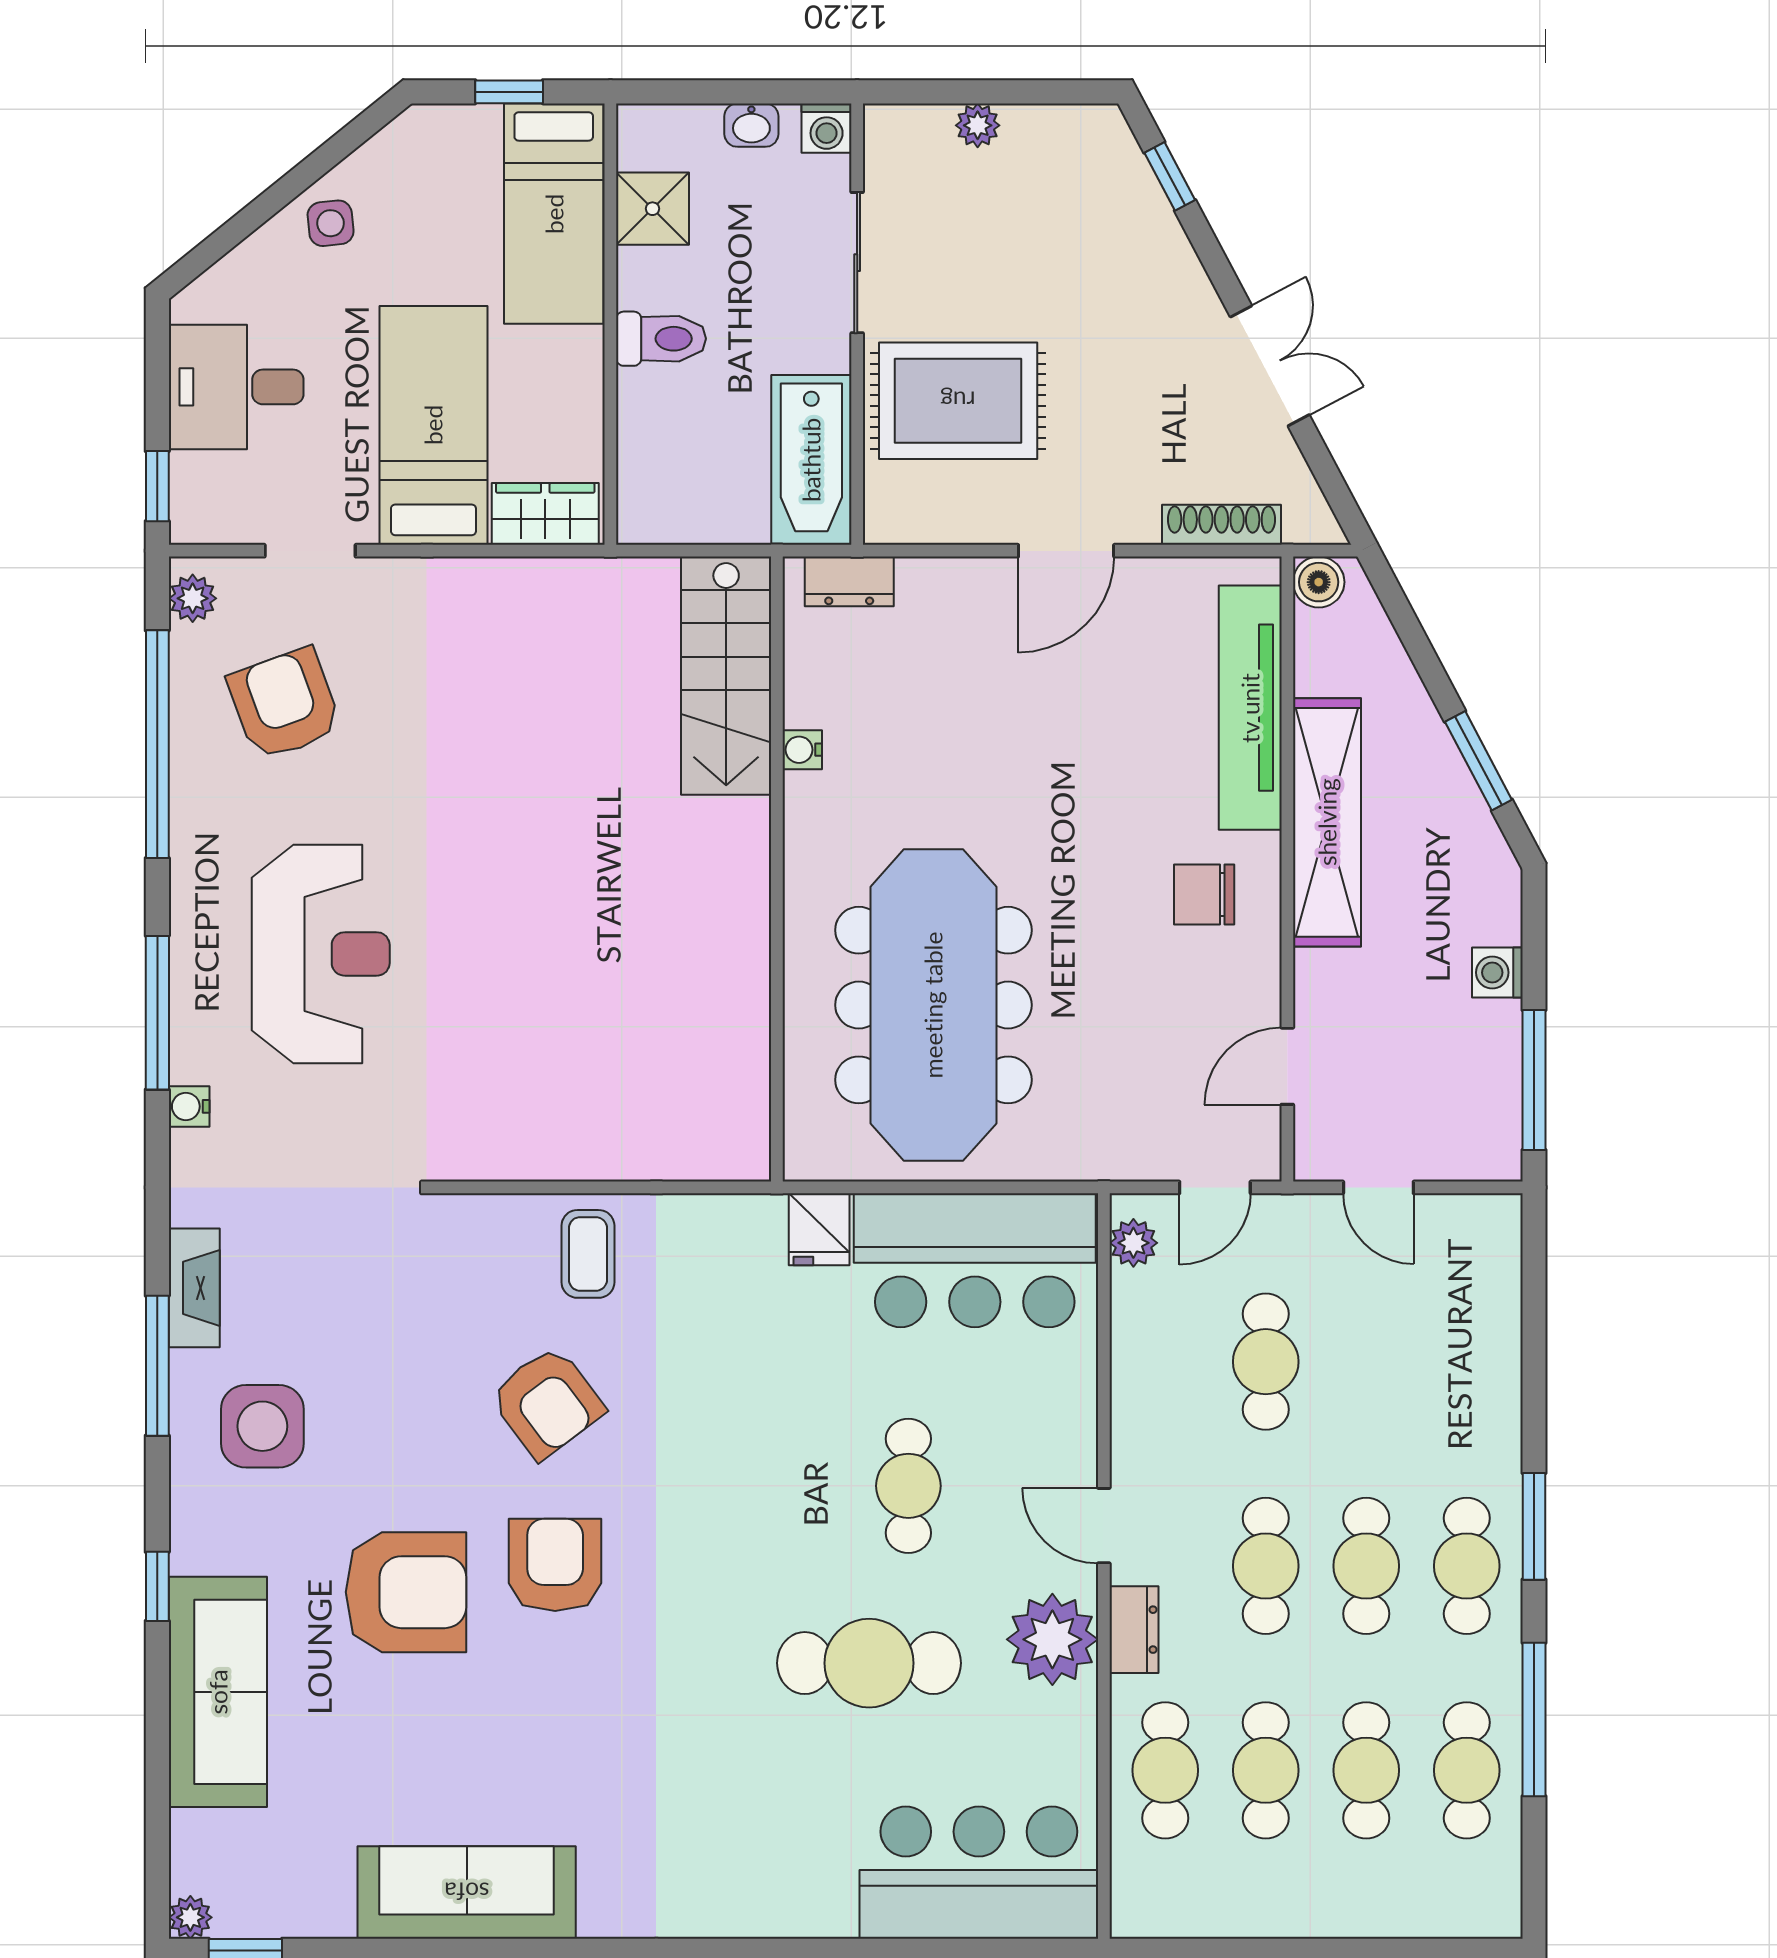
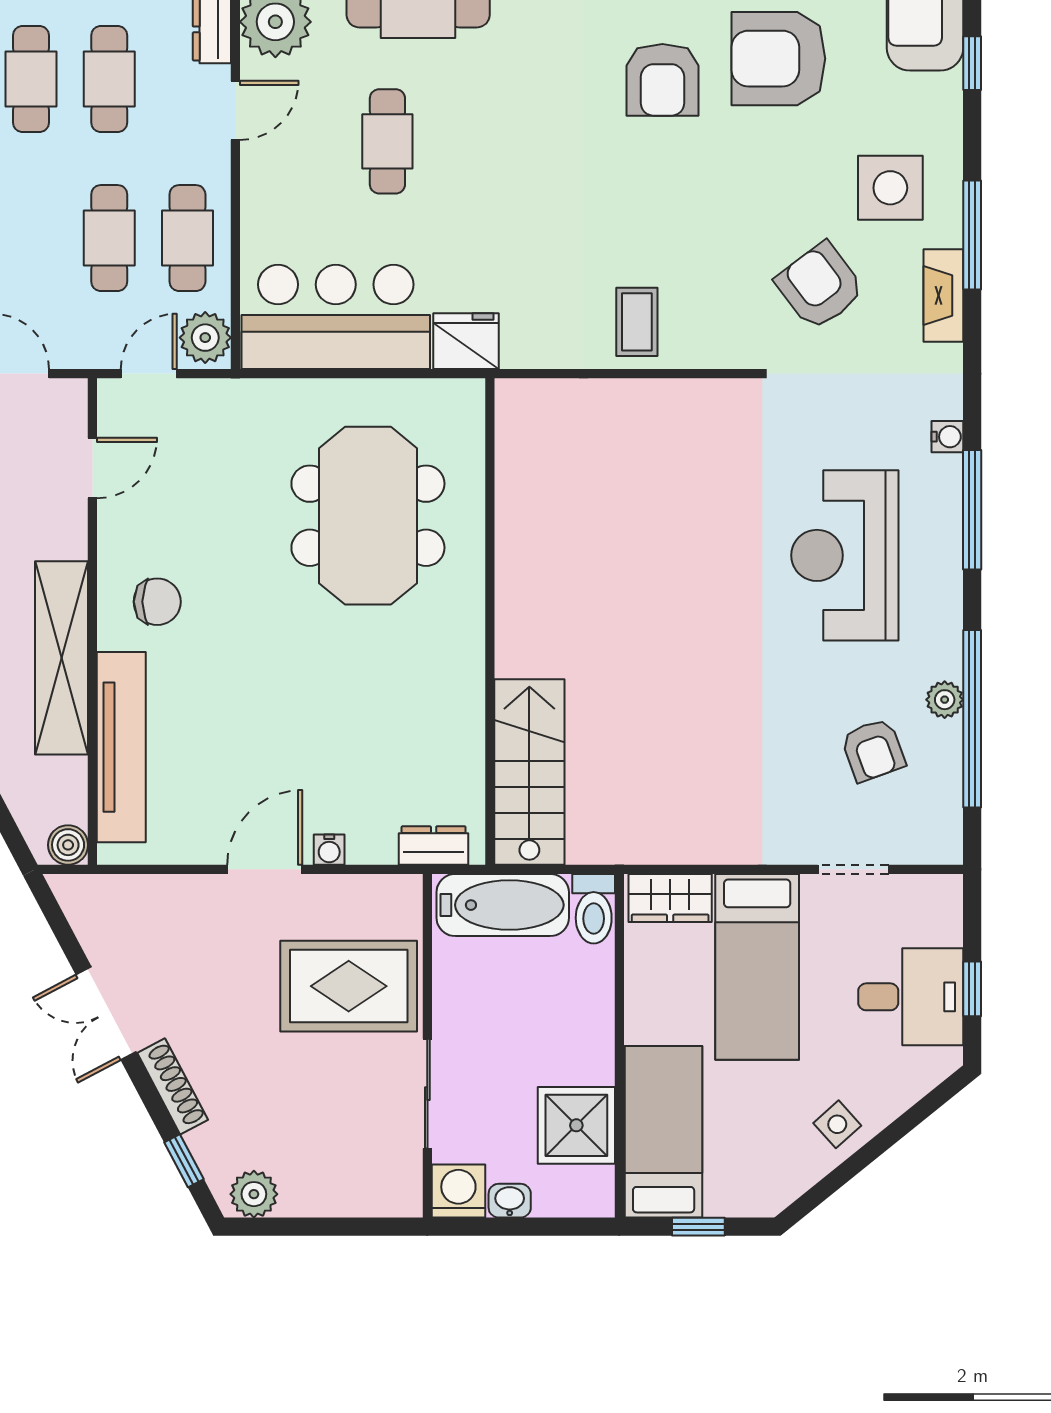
plant: (978, 125) -> (254, 1194), moved, width x1.38, depth x1.38
washing machine: (827, 128) -> (458, 1191), width x1.38, depth x1.38
shower: (652, 209) -> (576, 1125), width x1.36, depth x1.36
side table: (331, 223) -> (837, 1124), turned -36
toilet: (661, 339) -> (594, 909), moved, turned -90
bathtub: (811, 460) -> (503, 905), moved, turned 90
window: (157, 486) -> (972, 989), moved
shoe rack: (1221, 525) -> (173, 1086), moved, turned -118
plant: (193, 598) -> (945, 700), moved
armchair: (284, 704) -> (873, 750), width x0.72, depth x0.72
water cooler: (802, 750) -> (329, 850), moved, turned 90
meeting table: (933, 1005) -> (368, 516), width x0.73
fridge: (819, 1229) -> (466, 341), width x1.38
plant: (1133, 1243) -> (205, 338), width x1.38, depth x1.38
cafe table: (1165, 1362) -> (187, 238), added
armchair: (547, 1402) -> (820, 286), moved
door: (1104, 1526) -> (235, 110), hinge flipped

